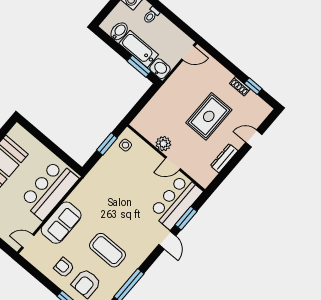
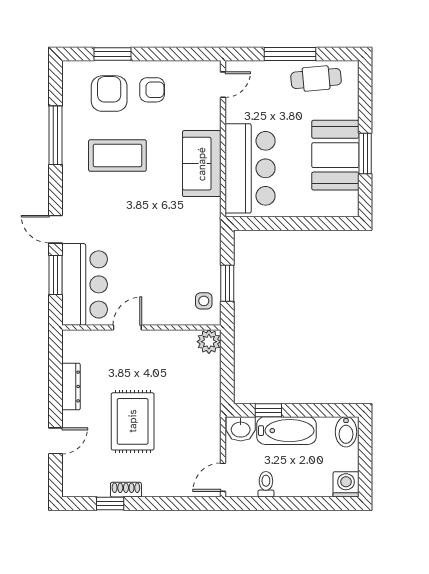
toilet: (151, 15) -> (266, 484), moved
bidet: (119, 31) -> (346, 432), moved
window: (139, 66) -> (268, 410), width x0.67
plant: (163, 144) -> (209, 342), moved
sofa: (61, 223) -> (202, 164), moved

